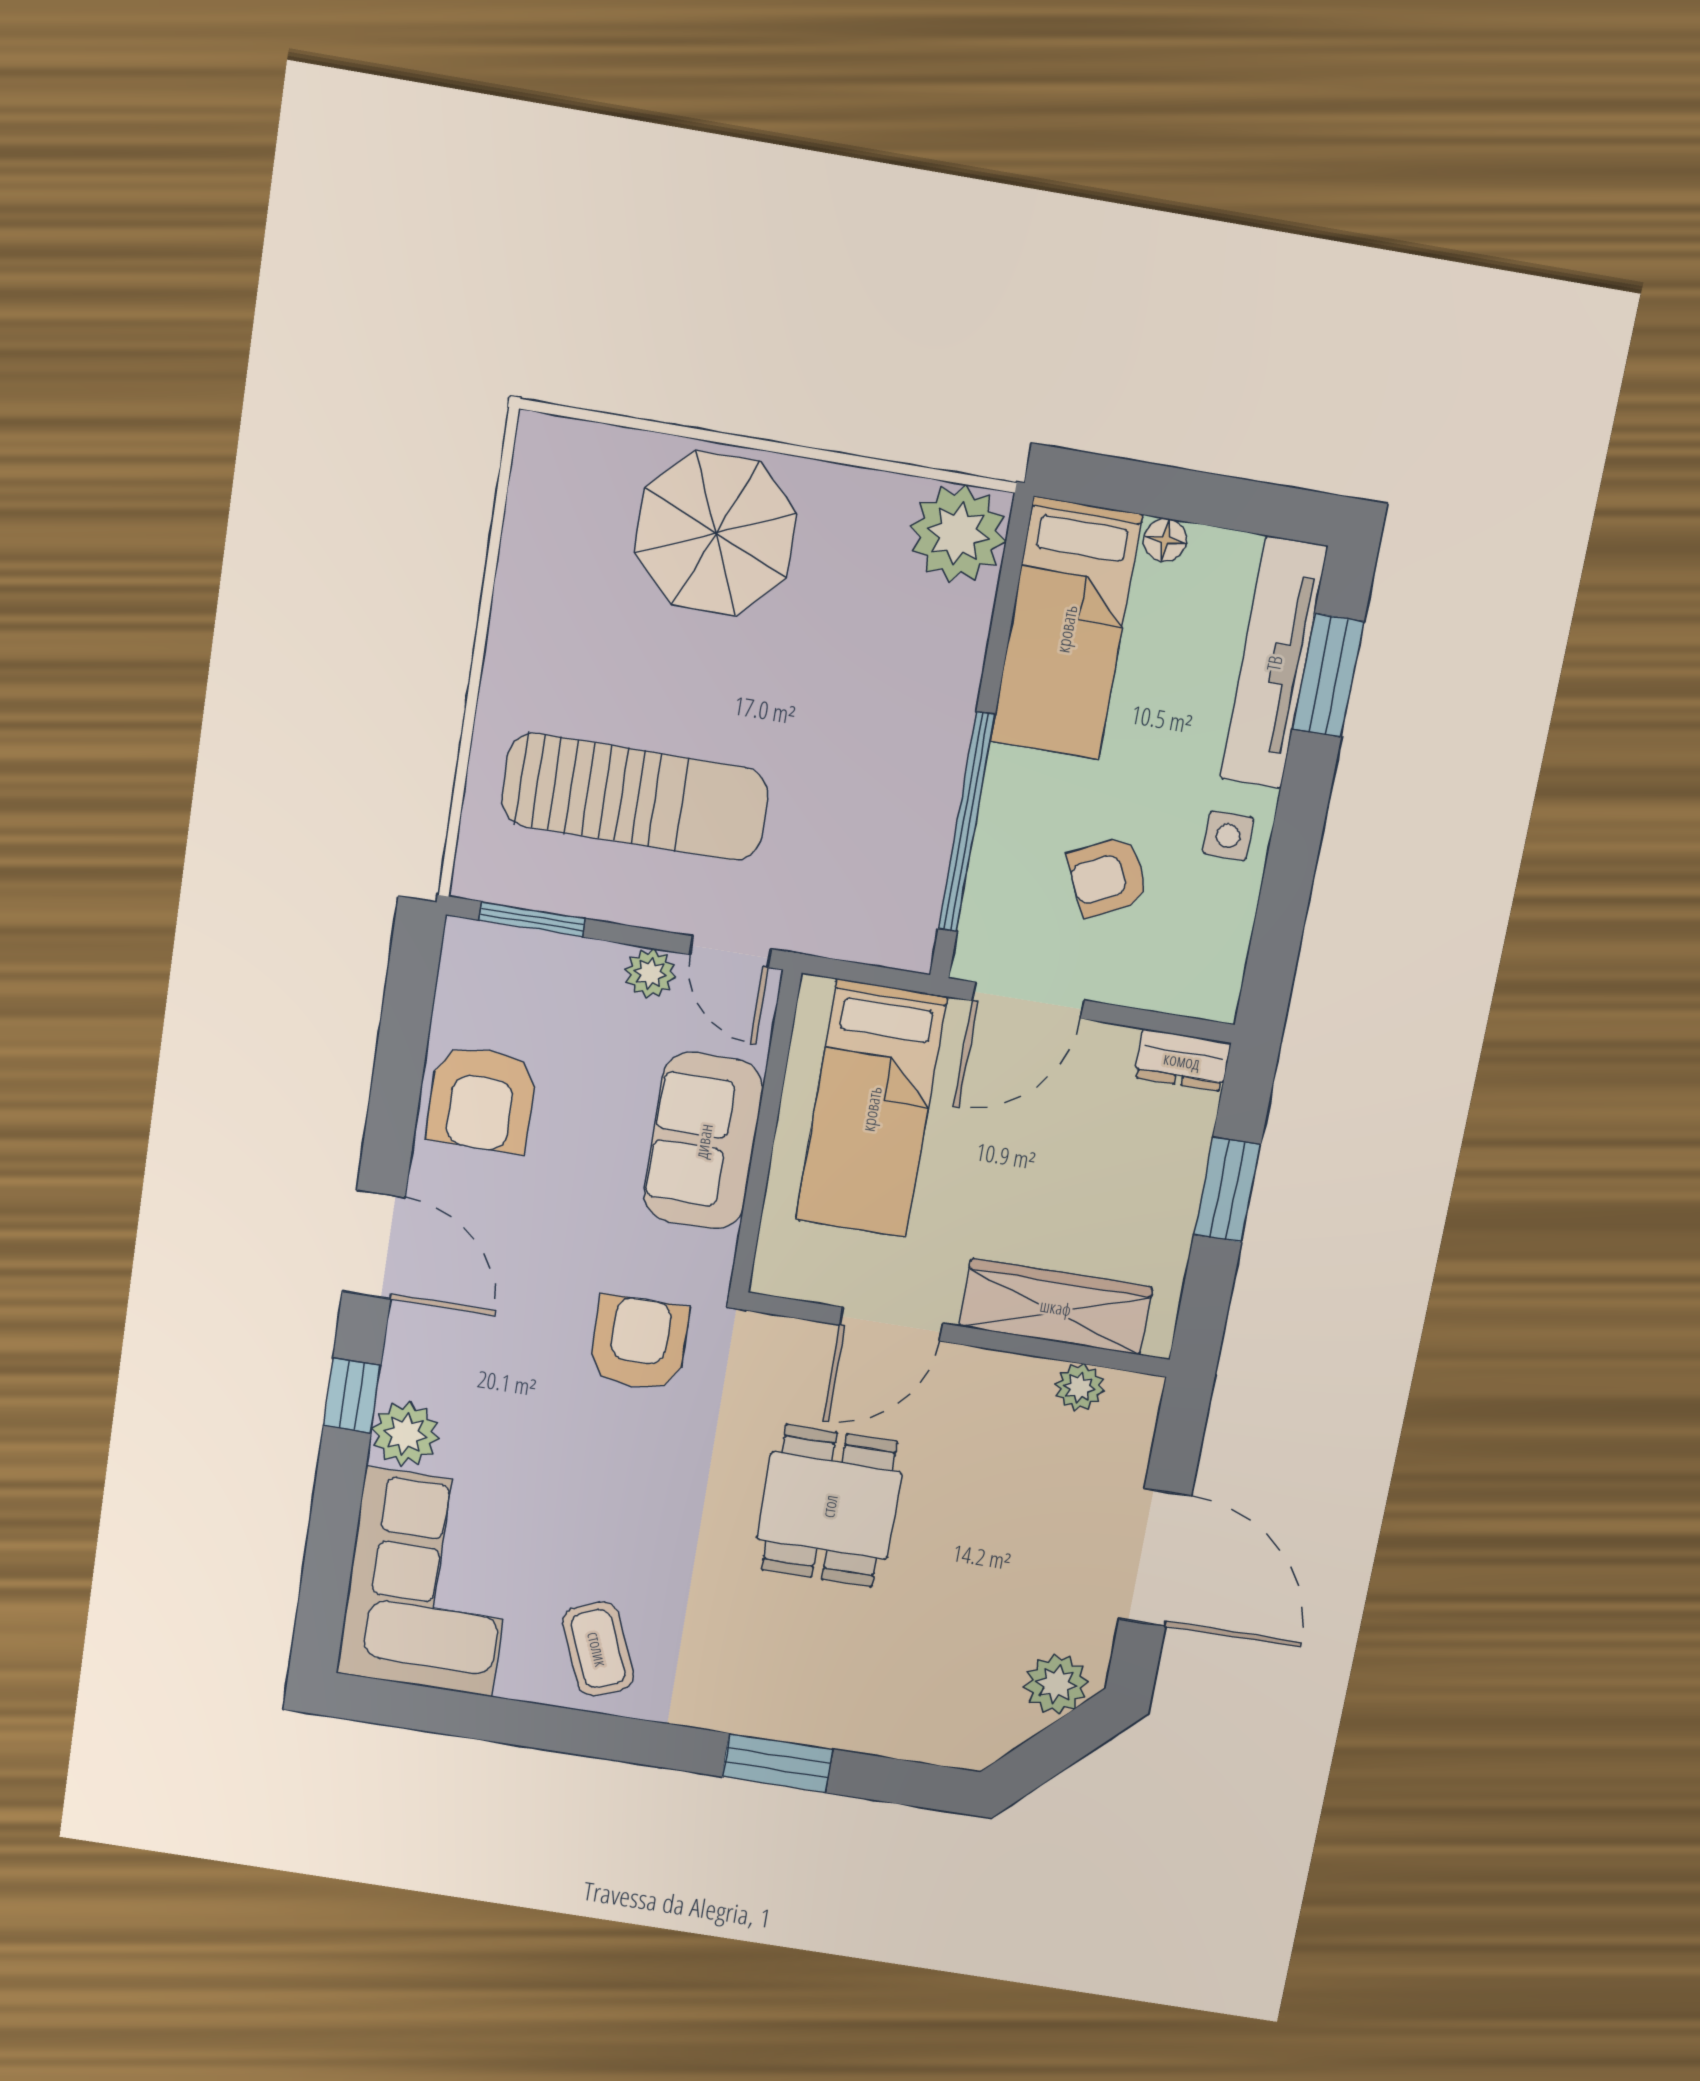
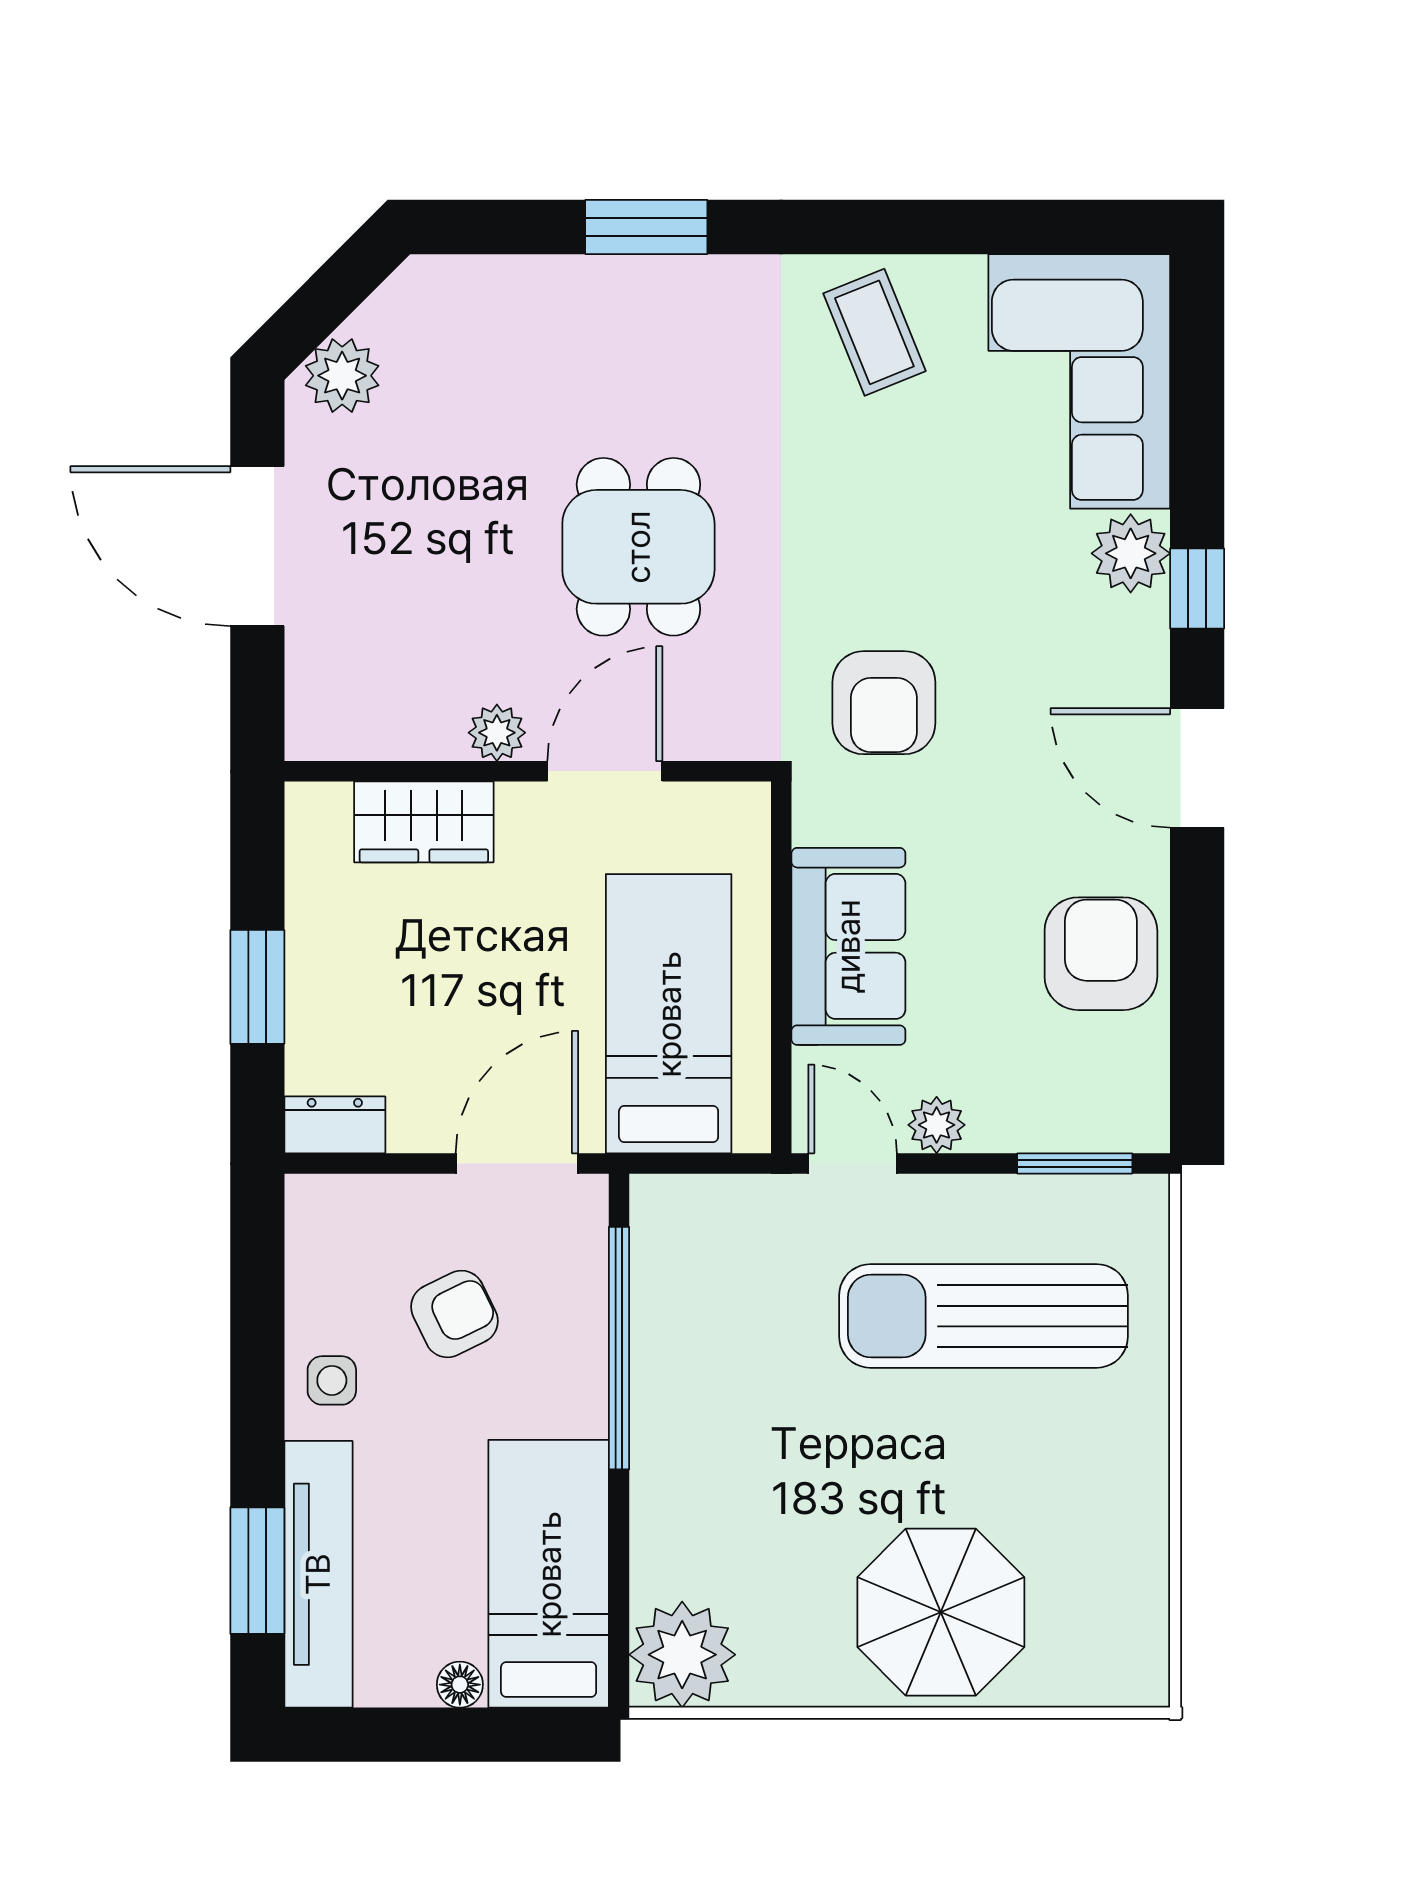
wardrobe: (1056, 1307) -> (424, 822), width x0.67
plant: (1079, 1387) -> (497, 733), moved

